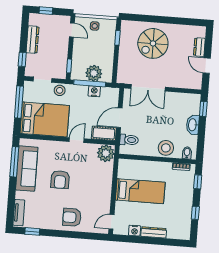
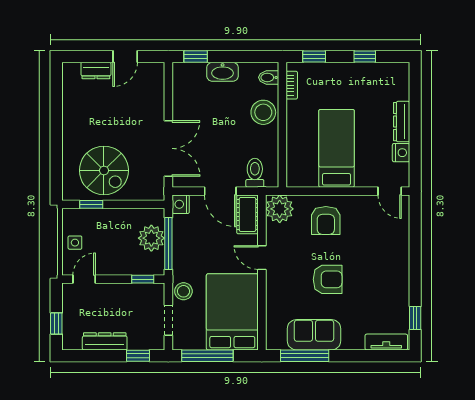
spiral stairs: (153, 43) -> (104, 170), moved
nightstand: (94, 91) -> (181, 204), moved
sofa: (27, 169) -> (314, 335), width x0.73
armchair: (72, 217) -> (326, 220), moved

